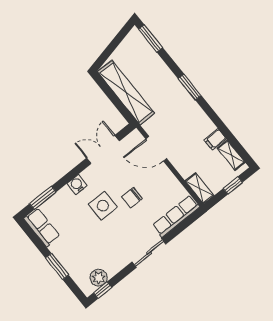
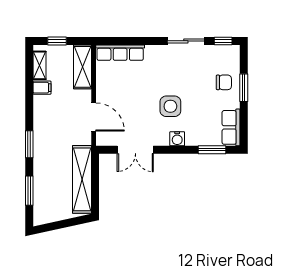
window: (150, 38) -> (29, 191), moved
shelving: (200, 188) -> (82, 67), width x1.50, depth x1.33
chair: (132, 198) -> (224, 82), moved
sliding door: (149, 253) -> (186, 41), moved
plant: (99, 278) -> (218, 53), removed

